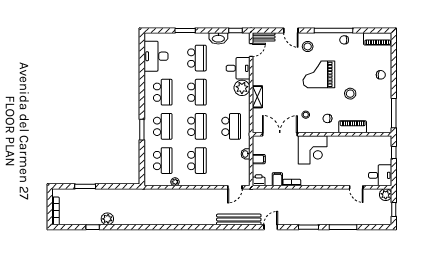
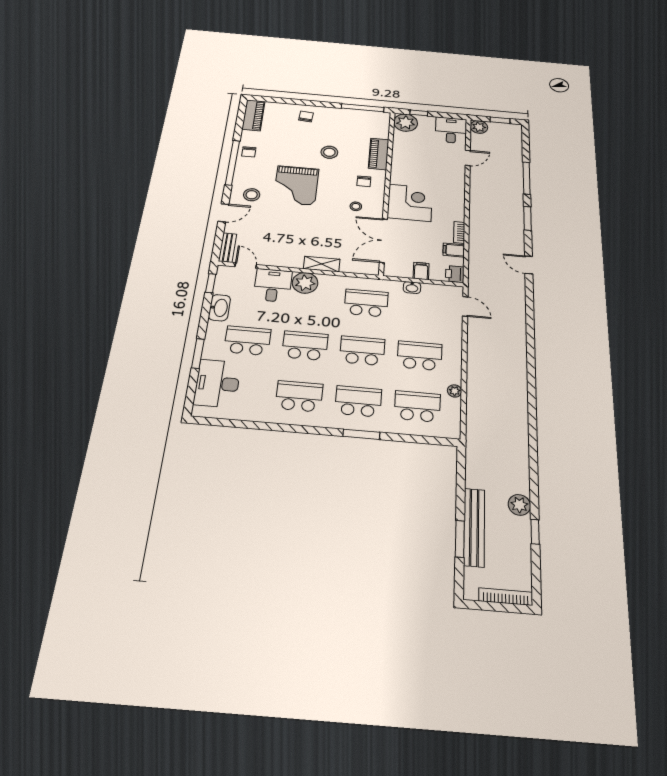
desk: (156, 56) -> (217, 383), moved, turned 90
plant: (384, 144) -> (406, 123), added
bench: (239, 219) -> (474, 527), moved

